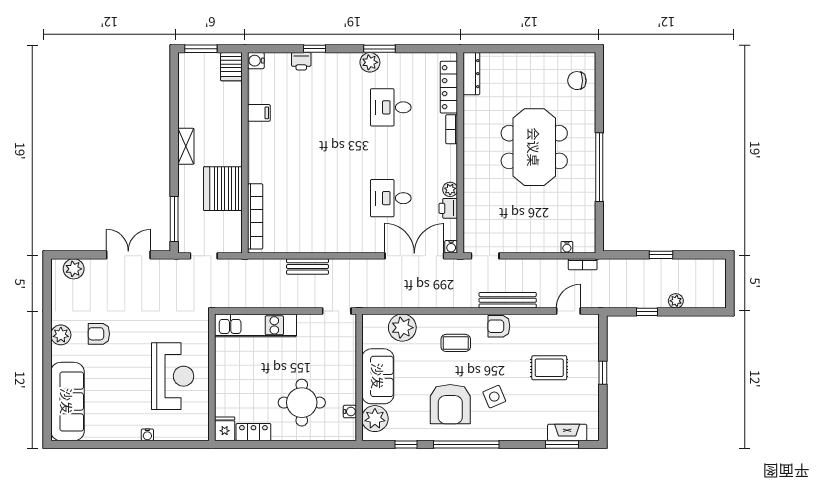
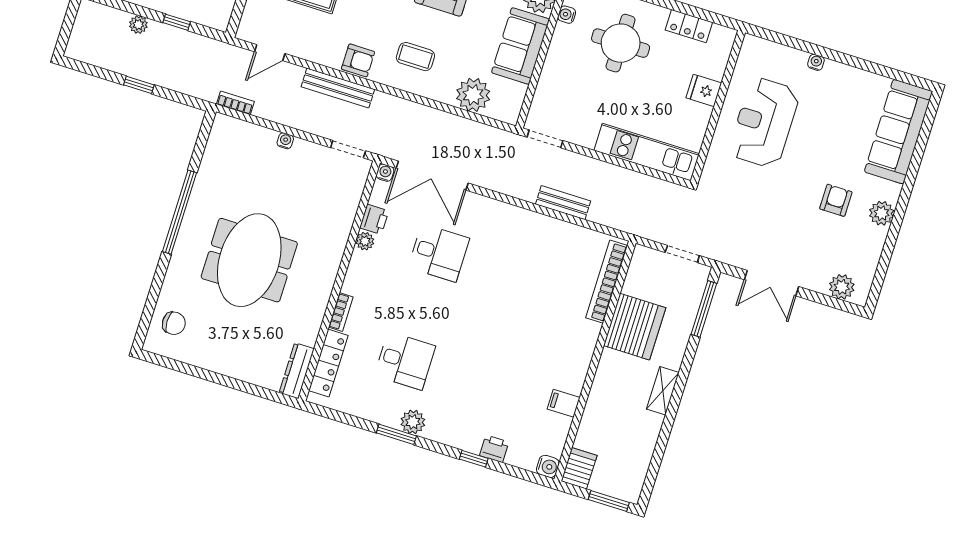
water cooler: (567, 247) -> (285, 141), moved
armchair: (99, 334) -> (836, 200), turned -90
fridge: (225, 429) -> (704, 90), moved, turned 90

